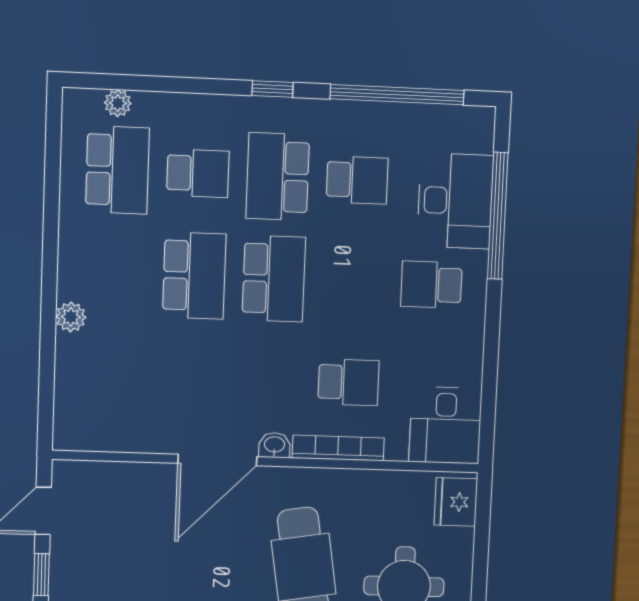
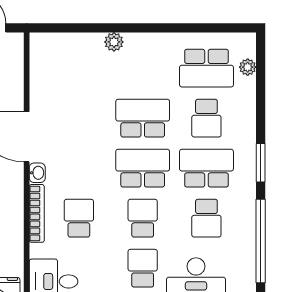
window: (272, 89) -> (261, 163), width x1.50
school desk: (194, 276) -> (143, 118), turned 180
school desk: (274, 279) -> (143, 168), turned 180
school desk: (353, 282) -> (143, 218), added
school desk: (348, 382) -> (79, 218), turned 180

